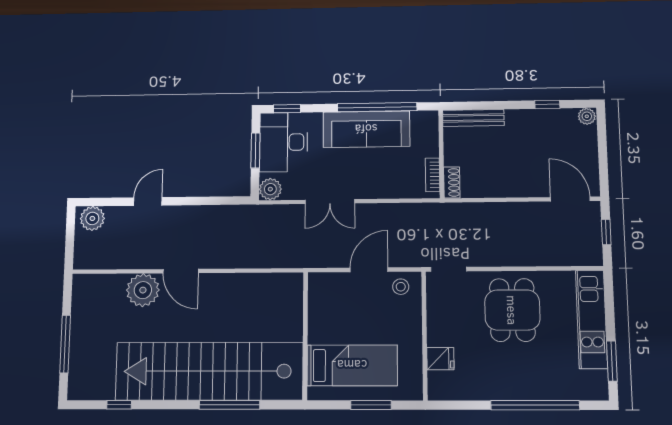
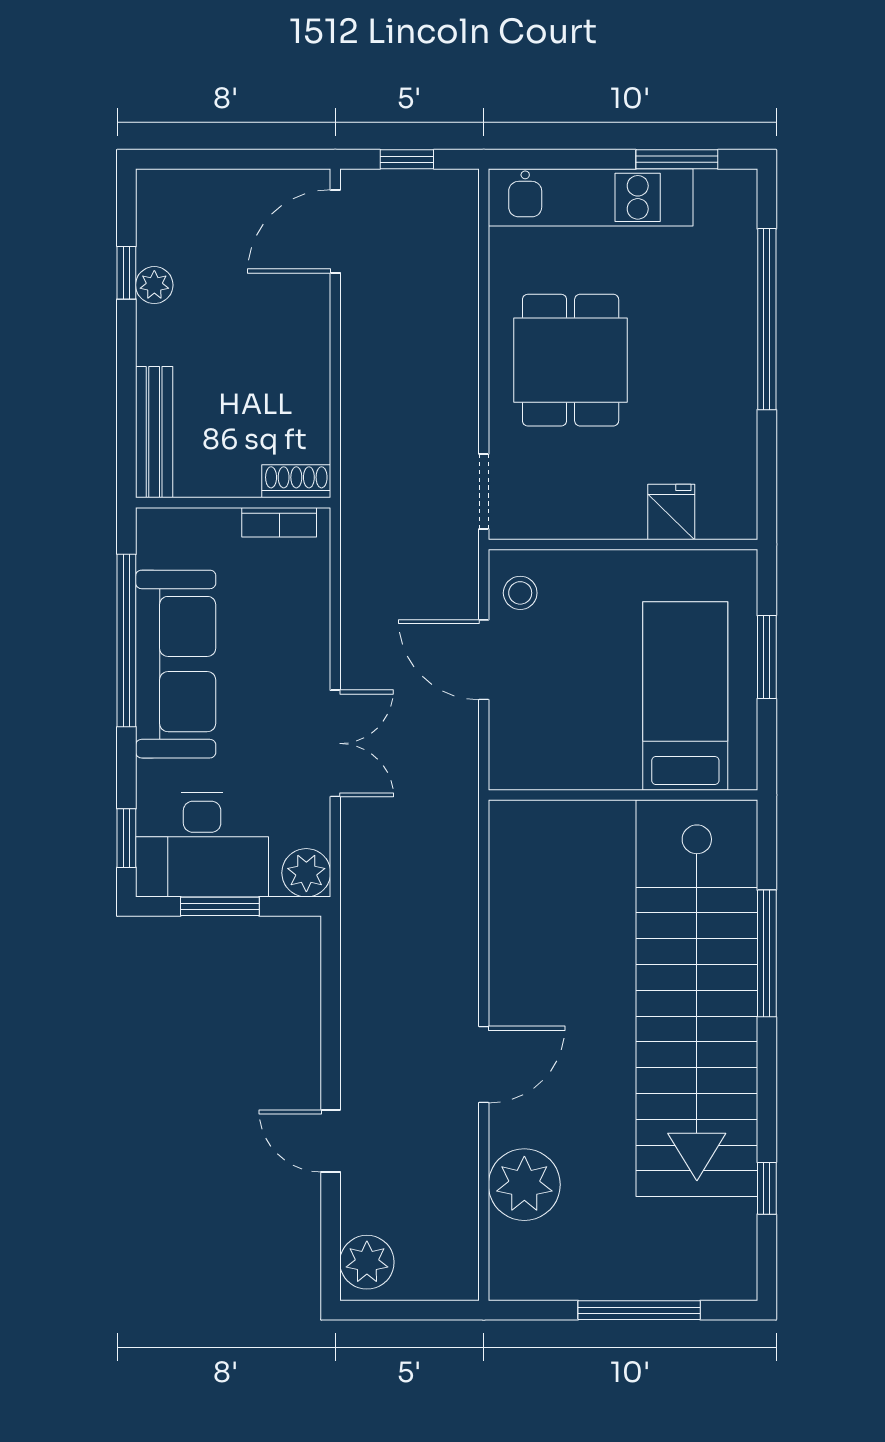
plant: (587, 116) -> (154, 285), moved
plant: (143, 290) -> (524, 1185), moved
dining table: (512, 310) -> (571, 360), turned 90

